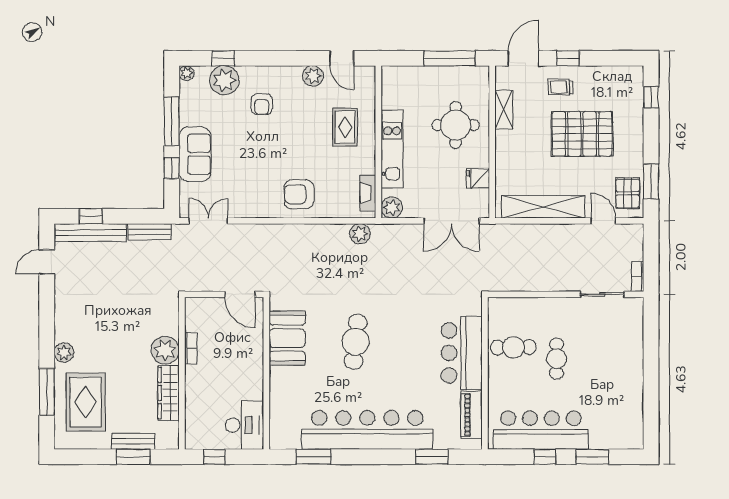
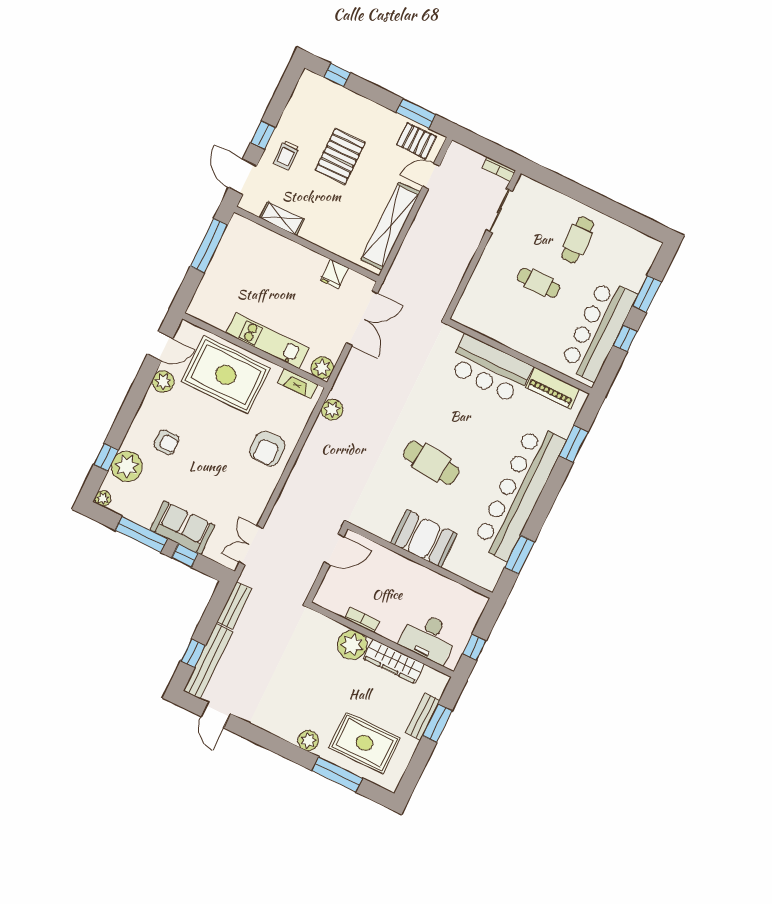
round table: (456, 125) -> (274, 271), removed
rug: (345, 127) -> (226, 375), width x1.86, depth x2.06
pallet: (582, 134) -> (340, 156), width x0.73, depth x0.71
booth: (287, 338) -> (424, 538), moved
cafe table: (513, 347) -> (578, 240), moved
desk: (244, 425) -> (429, 637), moved, turned 180

